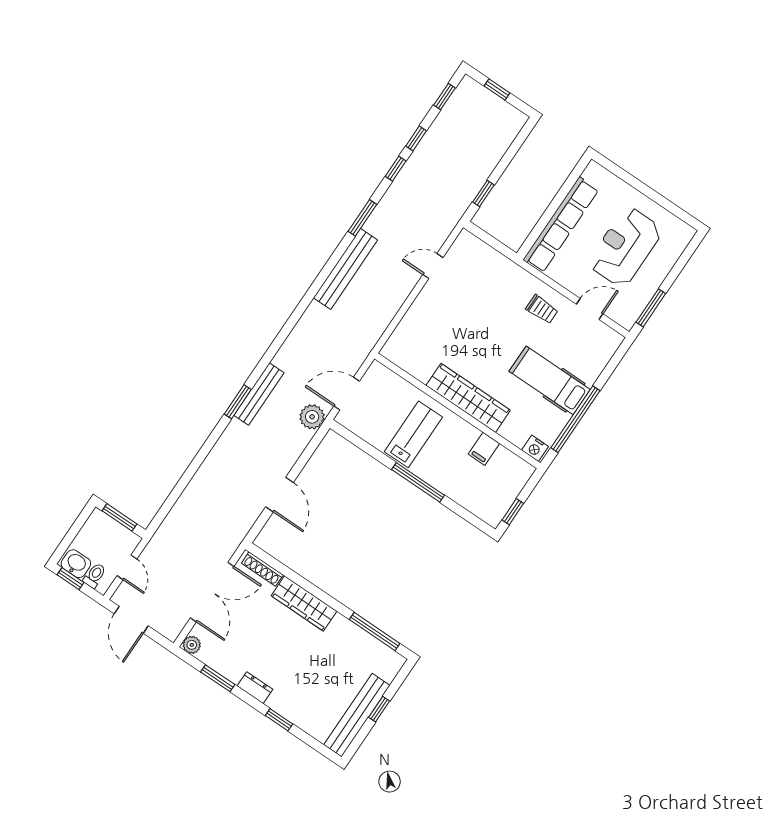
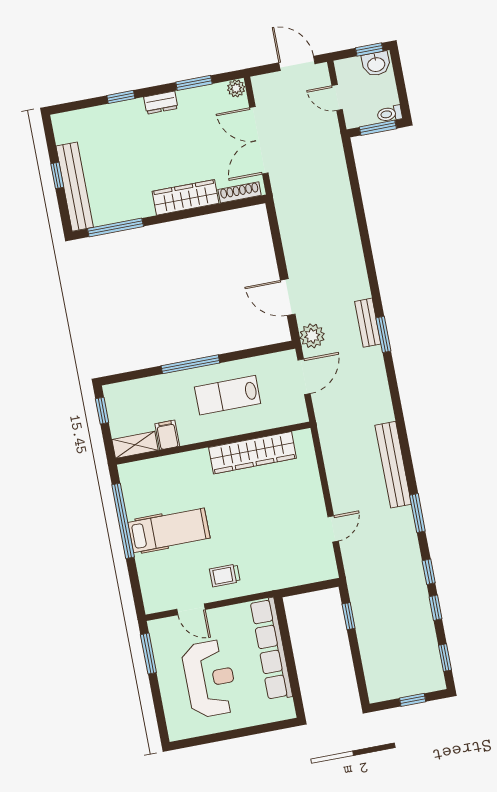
door: (590, 309) -> (191, 609), hinge flipped
bench: (259, 394) -> (368, 323), width x0.73
wardrobe: (468, 398) -> (253, 453), moved
window: (238, 402) -> (383, 334), moved
lab bench: (413, 434) -> (228, 395), turned 90
nightstand: (535, 448) -> (131, 472), removed
shelving: (514, 464) -> (135, 445), added
door: (279, 495) -> (288, 297), moved
toilet: (95, 575) -> (390, 114), moved, turned 90
bench: (357, 715) -> (75, 187), moved

